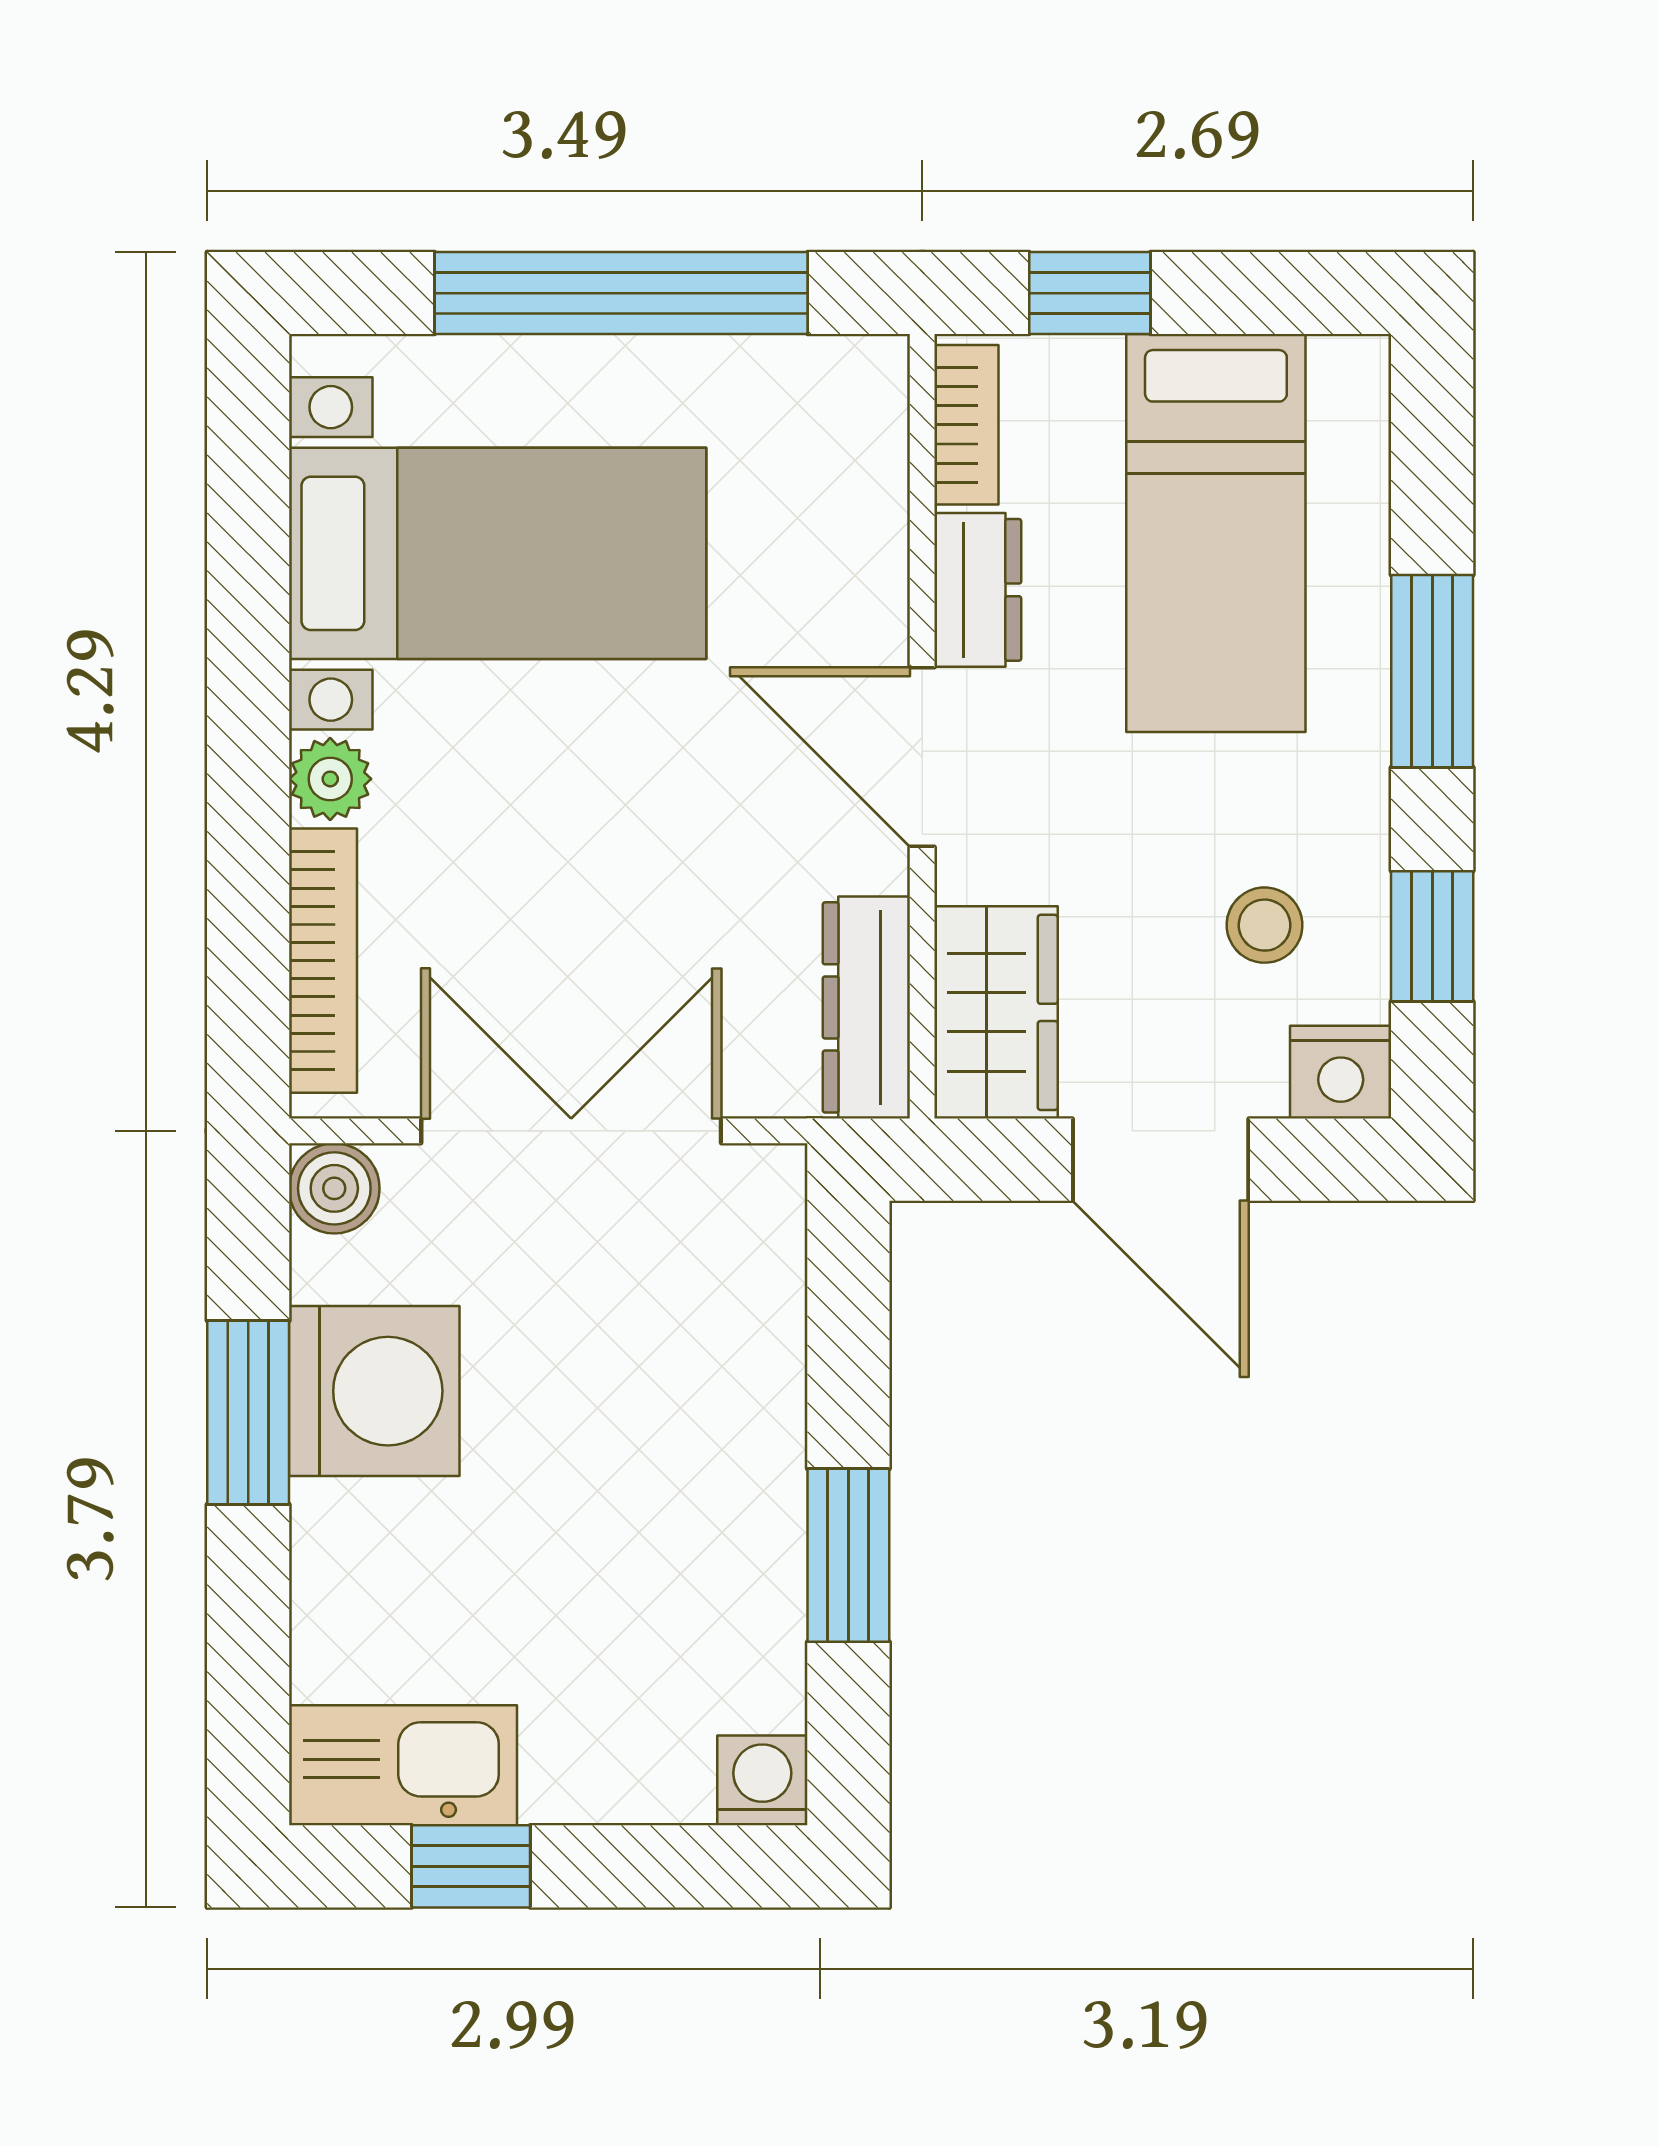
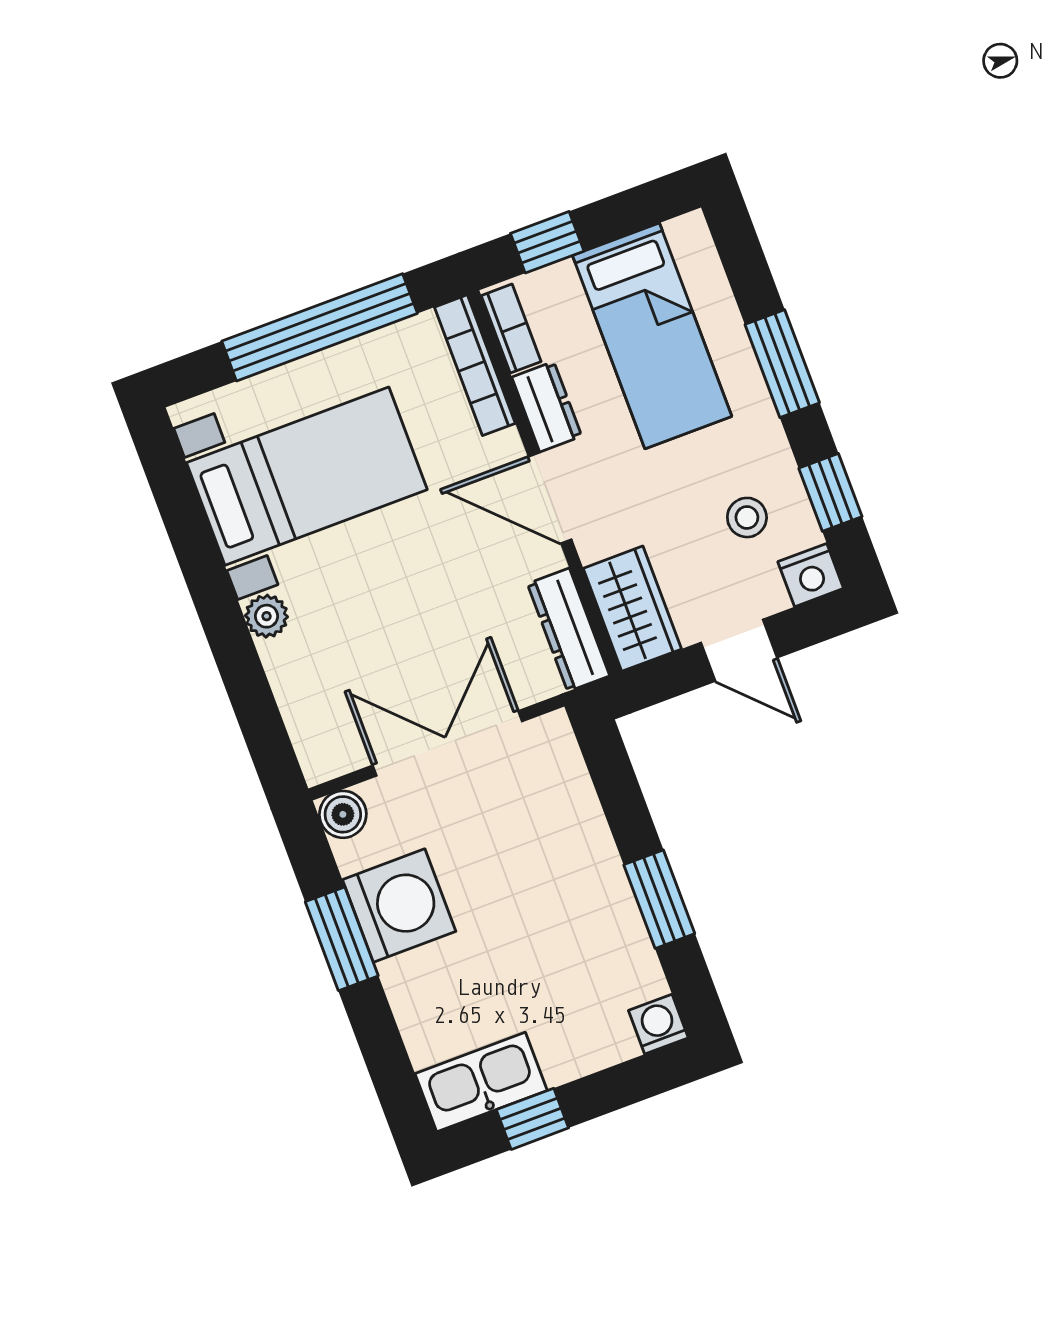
bookcase: (323, 961) -> (475, 365), moved, turned 180
door: (1161, 1160) -> (739, 650), width x0.73

